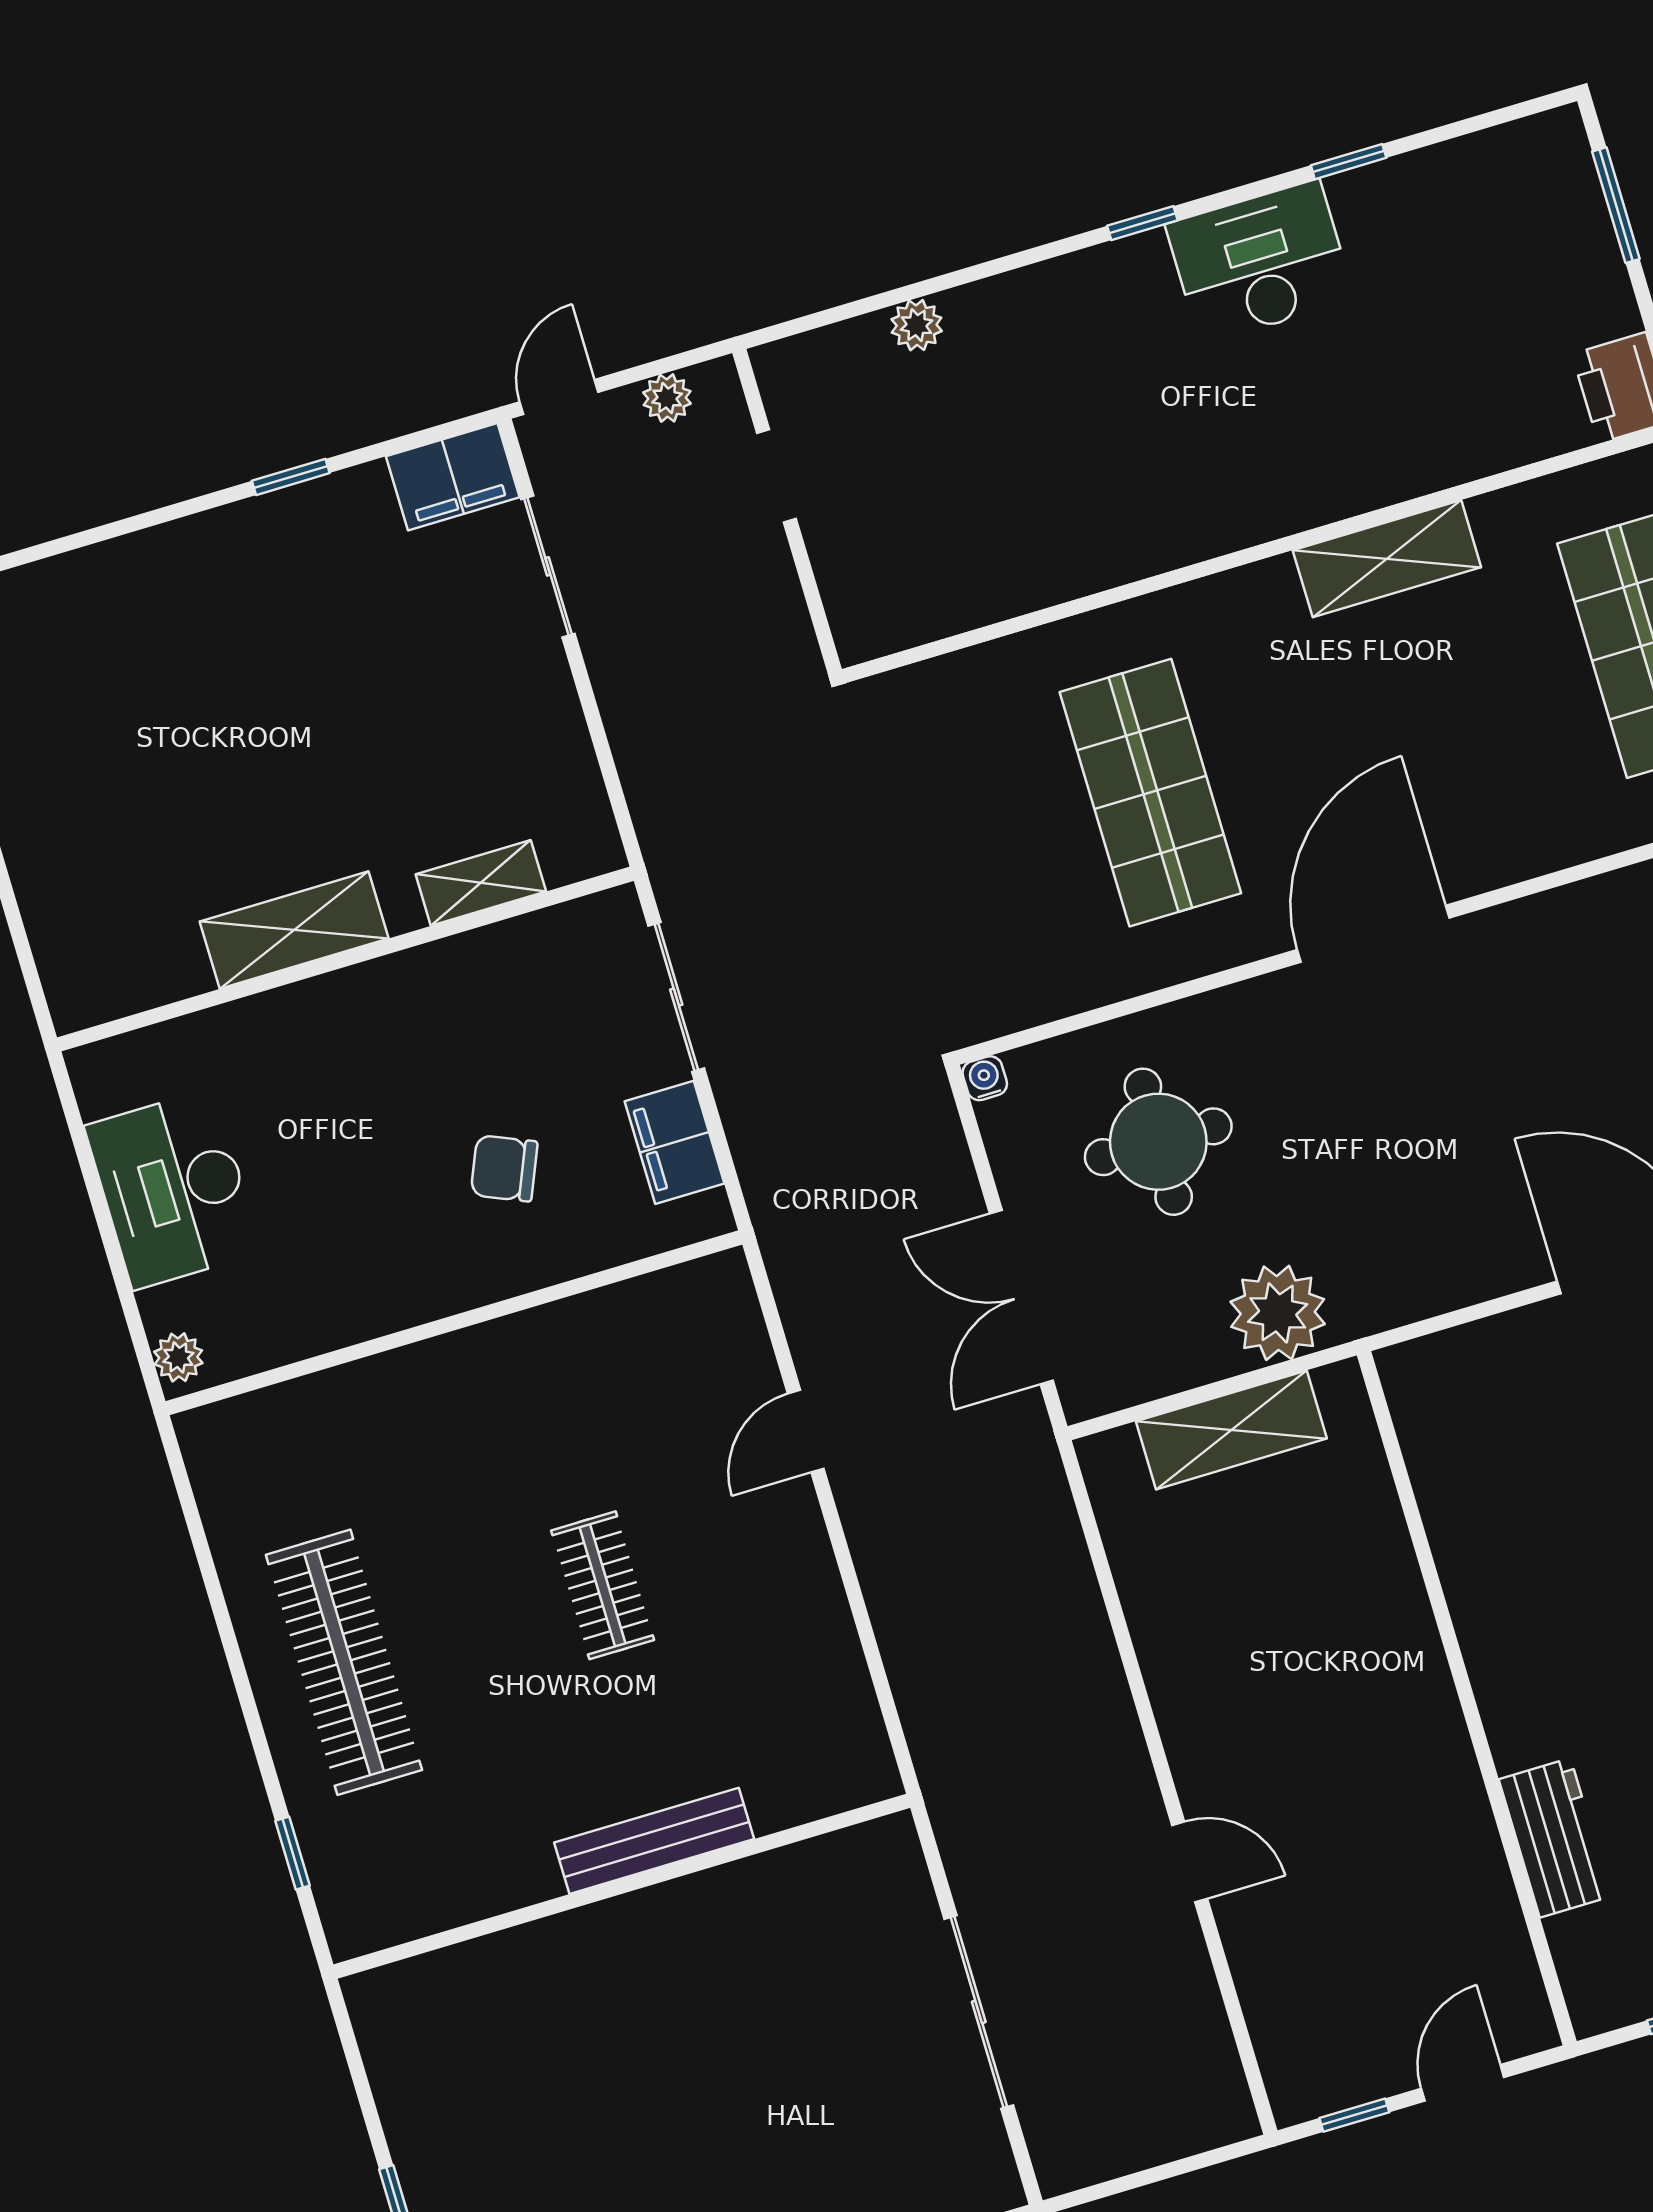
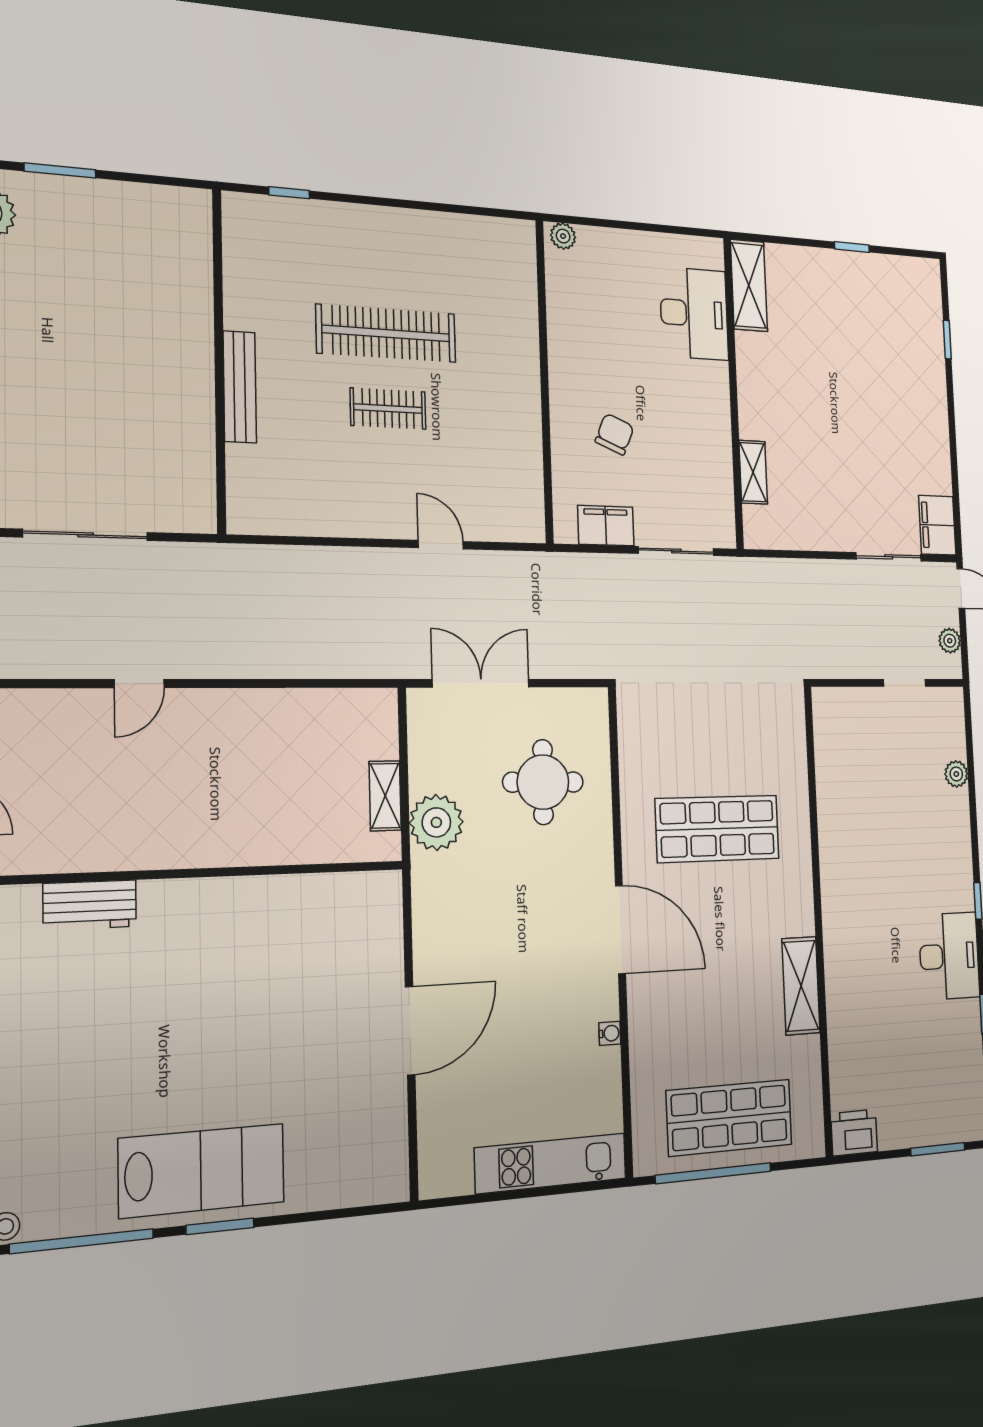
window: (291, 477) -> (947, 340), moved
shelving: (294, 930) -> (749, 285), moved
water cooler: (985, 1078) -> (610, 1033), moved
desk: (173, 1189) -> (694, 314), moved, turned 90
shelving: (1231, 1430) -> (385, 796), width x0.67, depth x0.75
clothes rail: (344, 1662) -> (386, 333), moved

